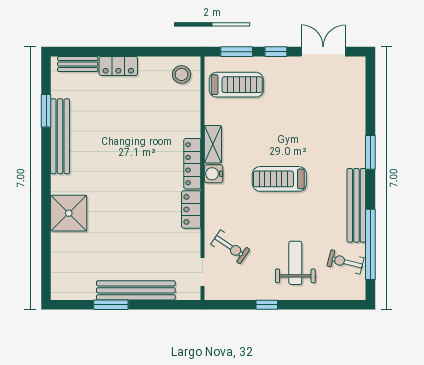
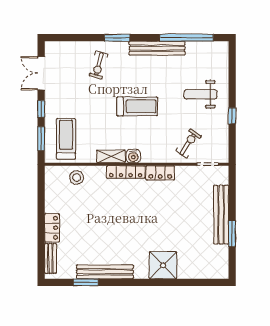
stool: (181, 74) -> (77, 178), moved
treadmill: (279, 179) -> (137, 106), turned -90
exercise bike: (346, 262) -> (99, 65), moved

